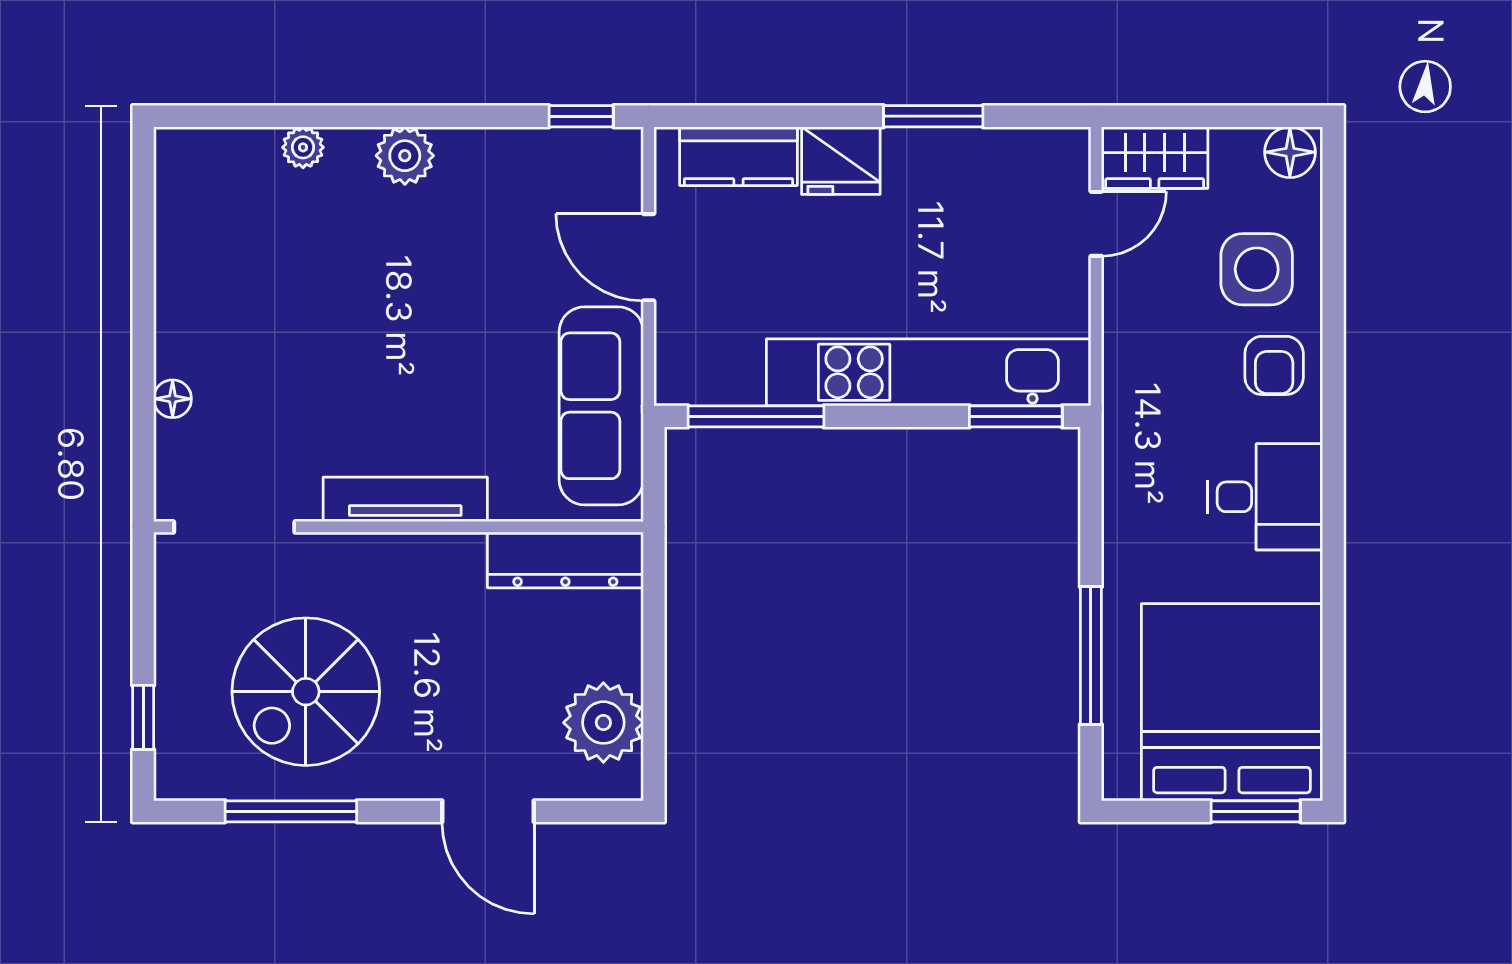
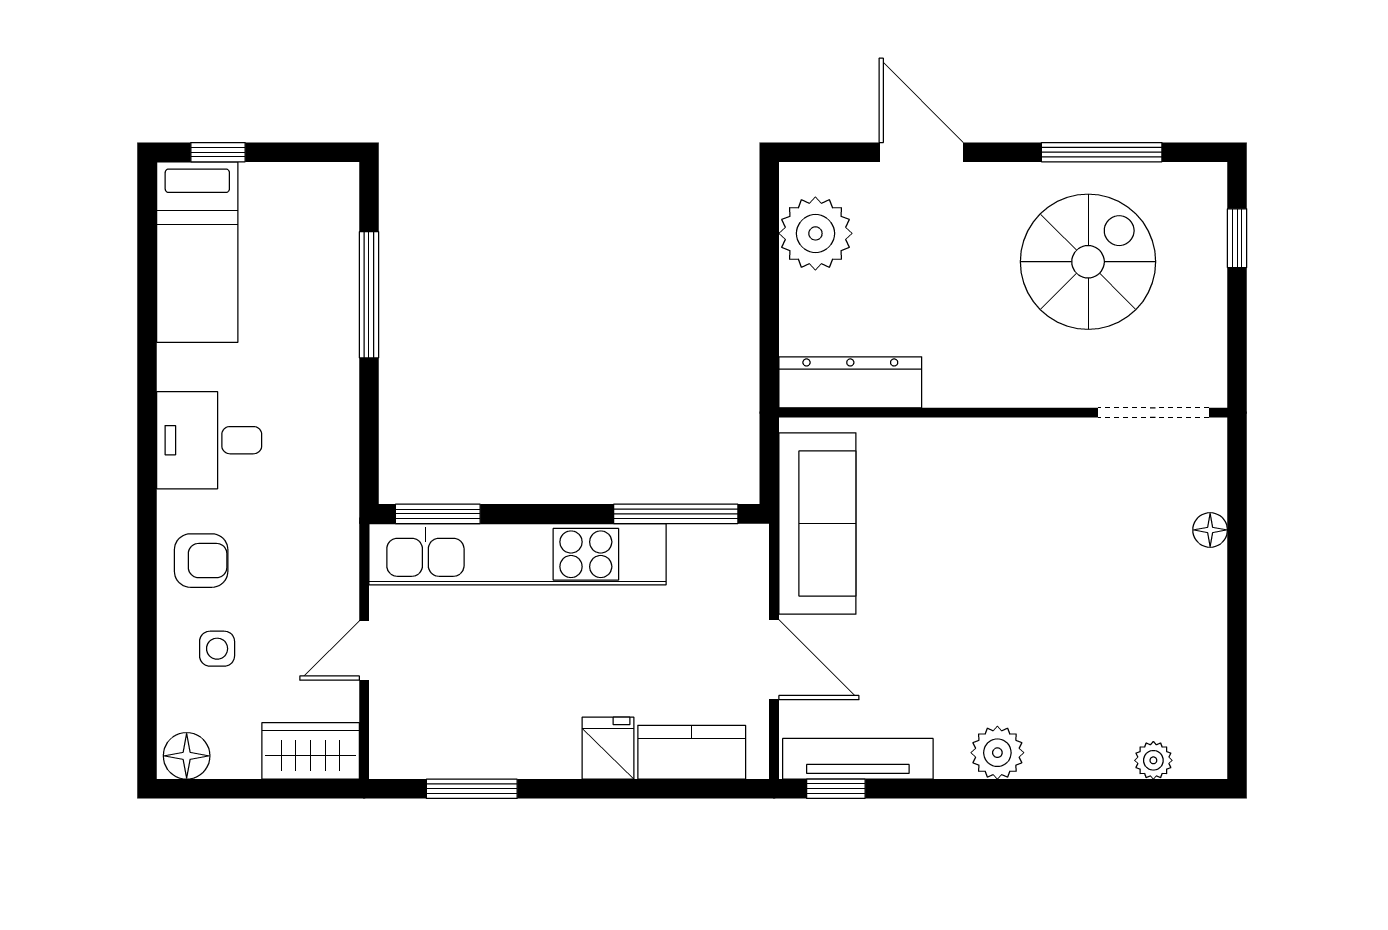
window: (933, 116) -> (472, 789), moved
plant: (303, 147) -> (1153, 760), moved
fridge: (841, 161) -> (608, 748), width x0.72
door: (1096, 224) -> (364, 650), moved
side table: (1257, 269) -> (217, 649), width x0.54, depth x0.54
armchair: (1274, 365) -> (201, 561), turned 90
tv unit: (405, 499) -> (858, 759), moved, turned 180
bed: (1232, 702) -> (197, 252), width x0.49
window: (1256, 811) -> (218, 152), width x0.67

